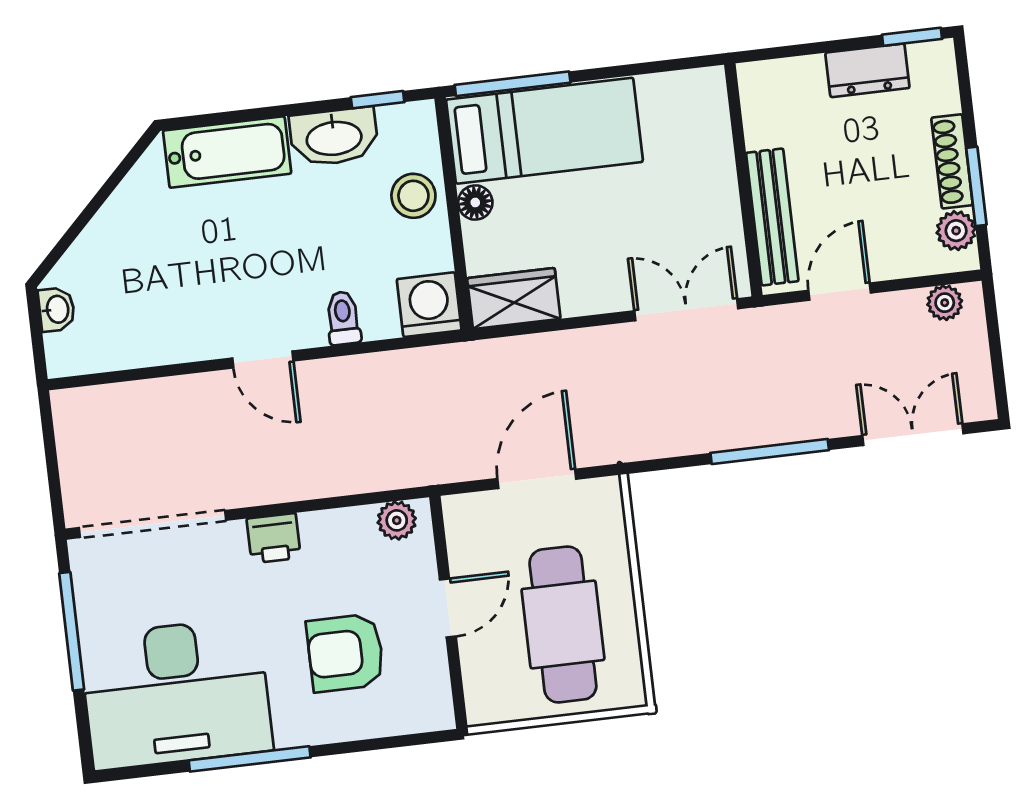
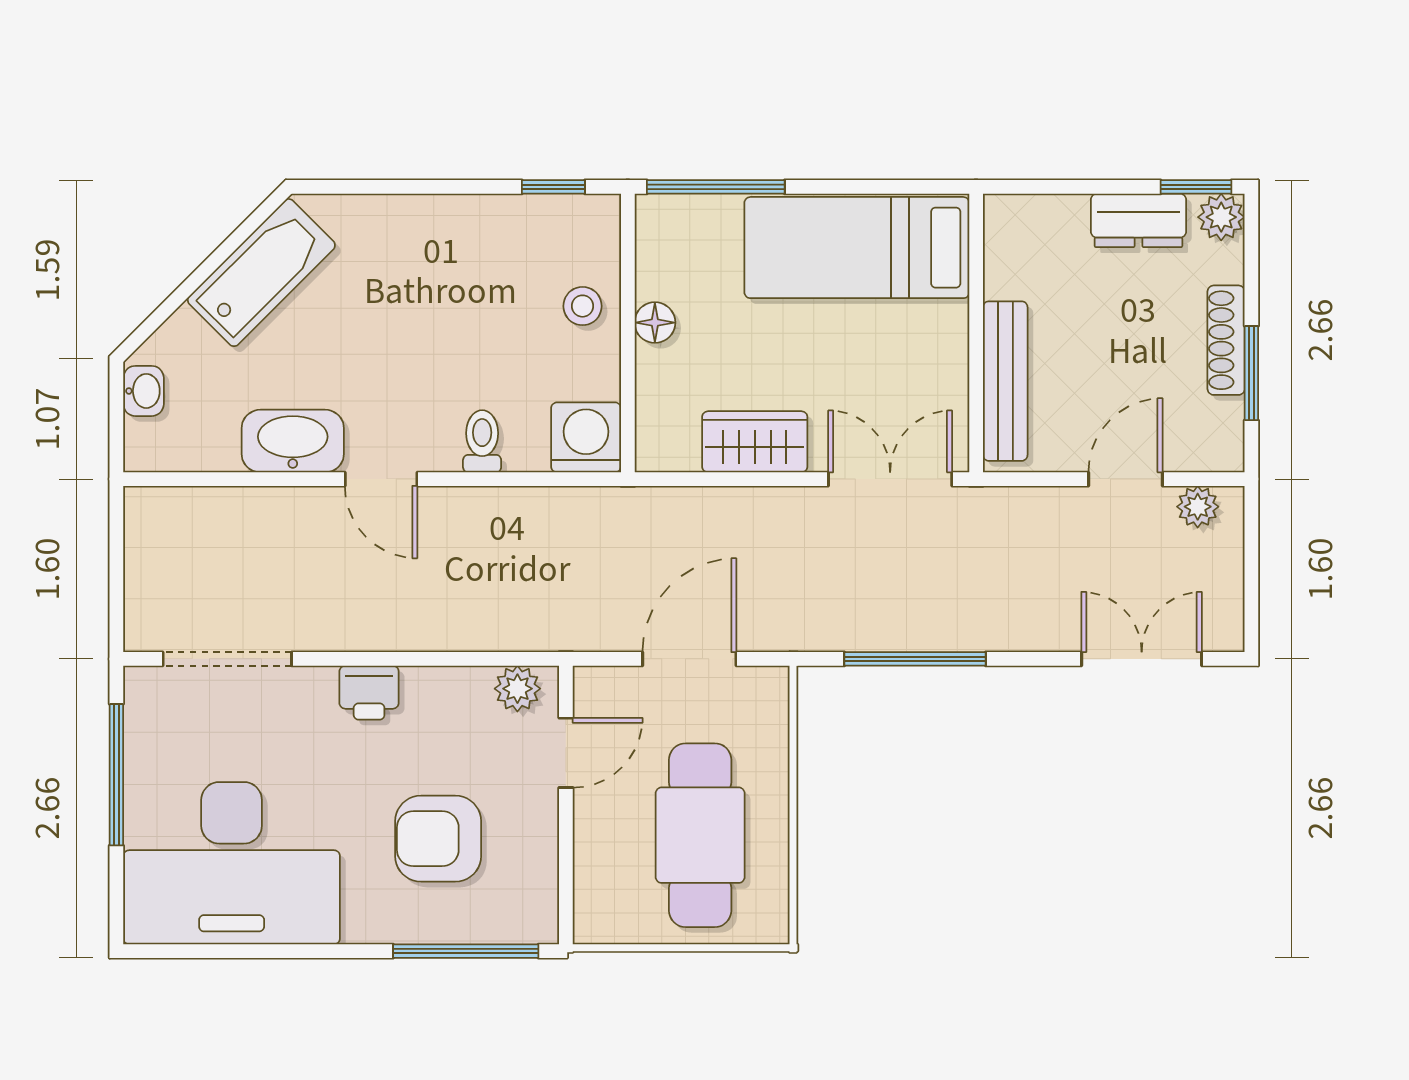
bed: (544, 131) -> (857, 248), moved, turned 180
washbasin: (334, 137) -> (293, 441), moved, turned 180
bathtub: (227, 152) -> (261, 273), moved, turned -45
stool: (413, 196) -> (583, 306), width x0.73, depth x0.73
plant: (956, 231) -> (1221, 217), moved
door: (840, 292) -> (1125, 479), moved
wardrobe: (514, 298) -> (755, 442), moved
window: (770, 451) -> (915, 659), moved
doorway: (153, 524) -> (227, 659), width x0.73
door: (448, 608) -> (566, 753), moved
window: (250, 759) -> (466, 951), moved

